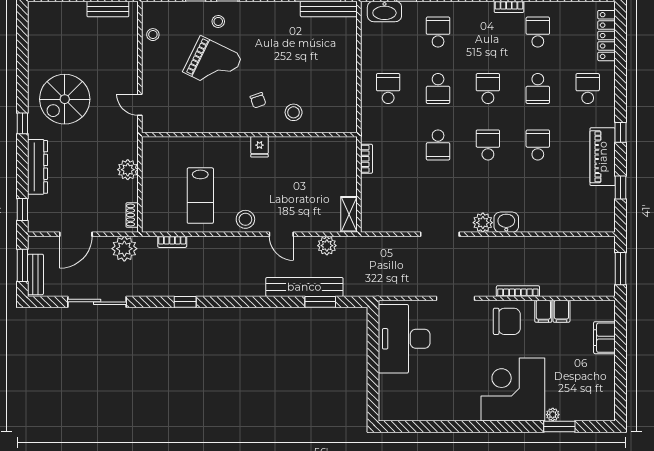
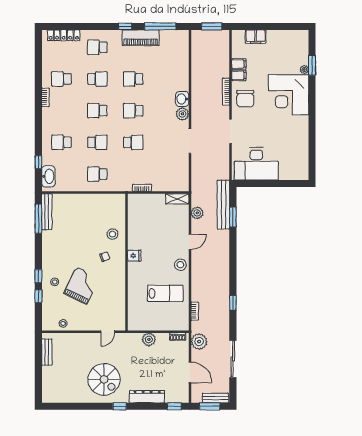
window: (621, 187) -> (160, 26), width x2.17
bench: (304, 287) -> (223, 205), moved
chair: (507, 321) -> (245, 99), turned 180

